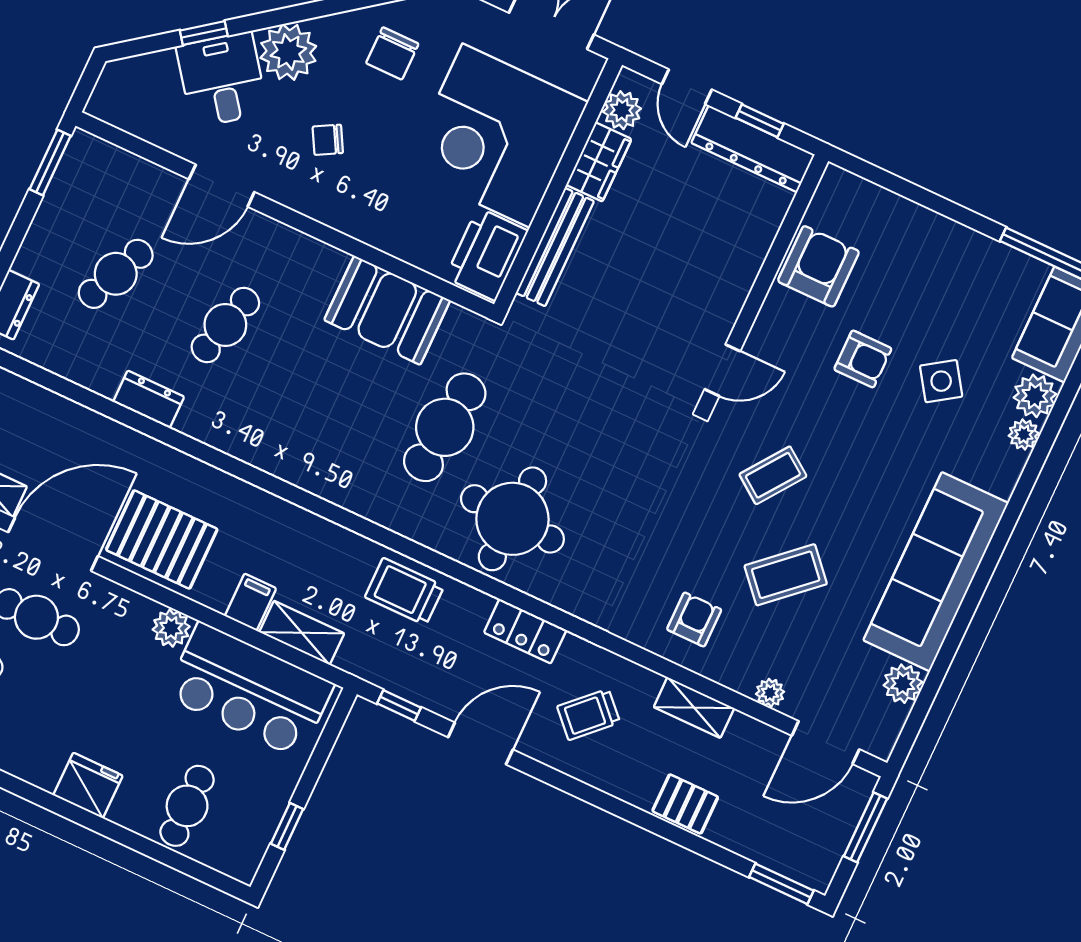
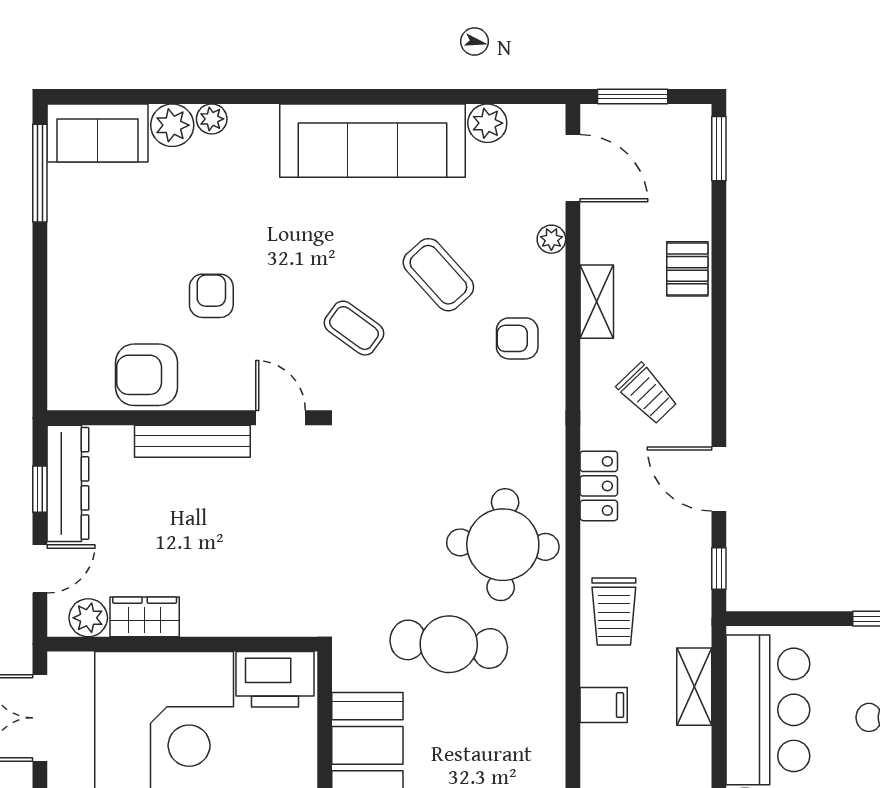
bench: (555, 247) -> (192, 441), moved
side table: (941, 381) -> (198, 216), removed
filing cabinet: (250, 602) -> (604, 705), moved, turned 180

